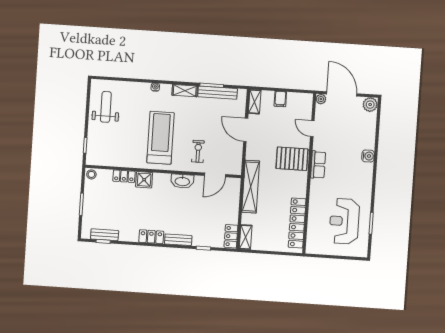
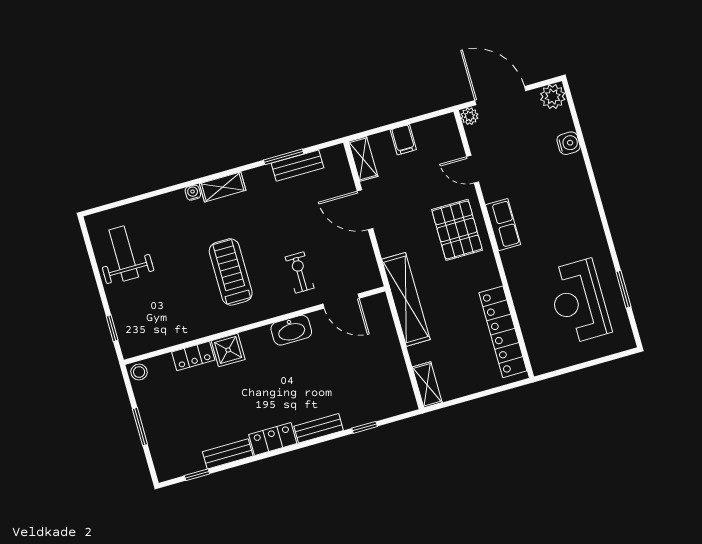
shelving: (185, 91) -> (223, 187), moved
bench: (218, 93) -> (297, 166), width x0.73
treadmill: (161, 138) -> (231, 272), width x0.73, depth x0.73
water cooler: (368, 156) -> (569, 143), moved
pallet: (292, 159) -> (457, 230), turned 90
door: (215, 175) -> (341, 301), hinge flipped
bench: (105, 235) -> (228, 454), moved
locker: (231, 236) -> (403, 392), removed

